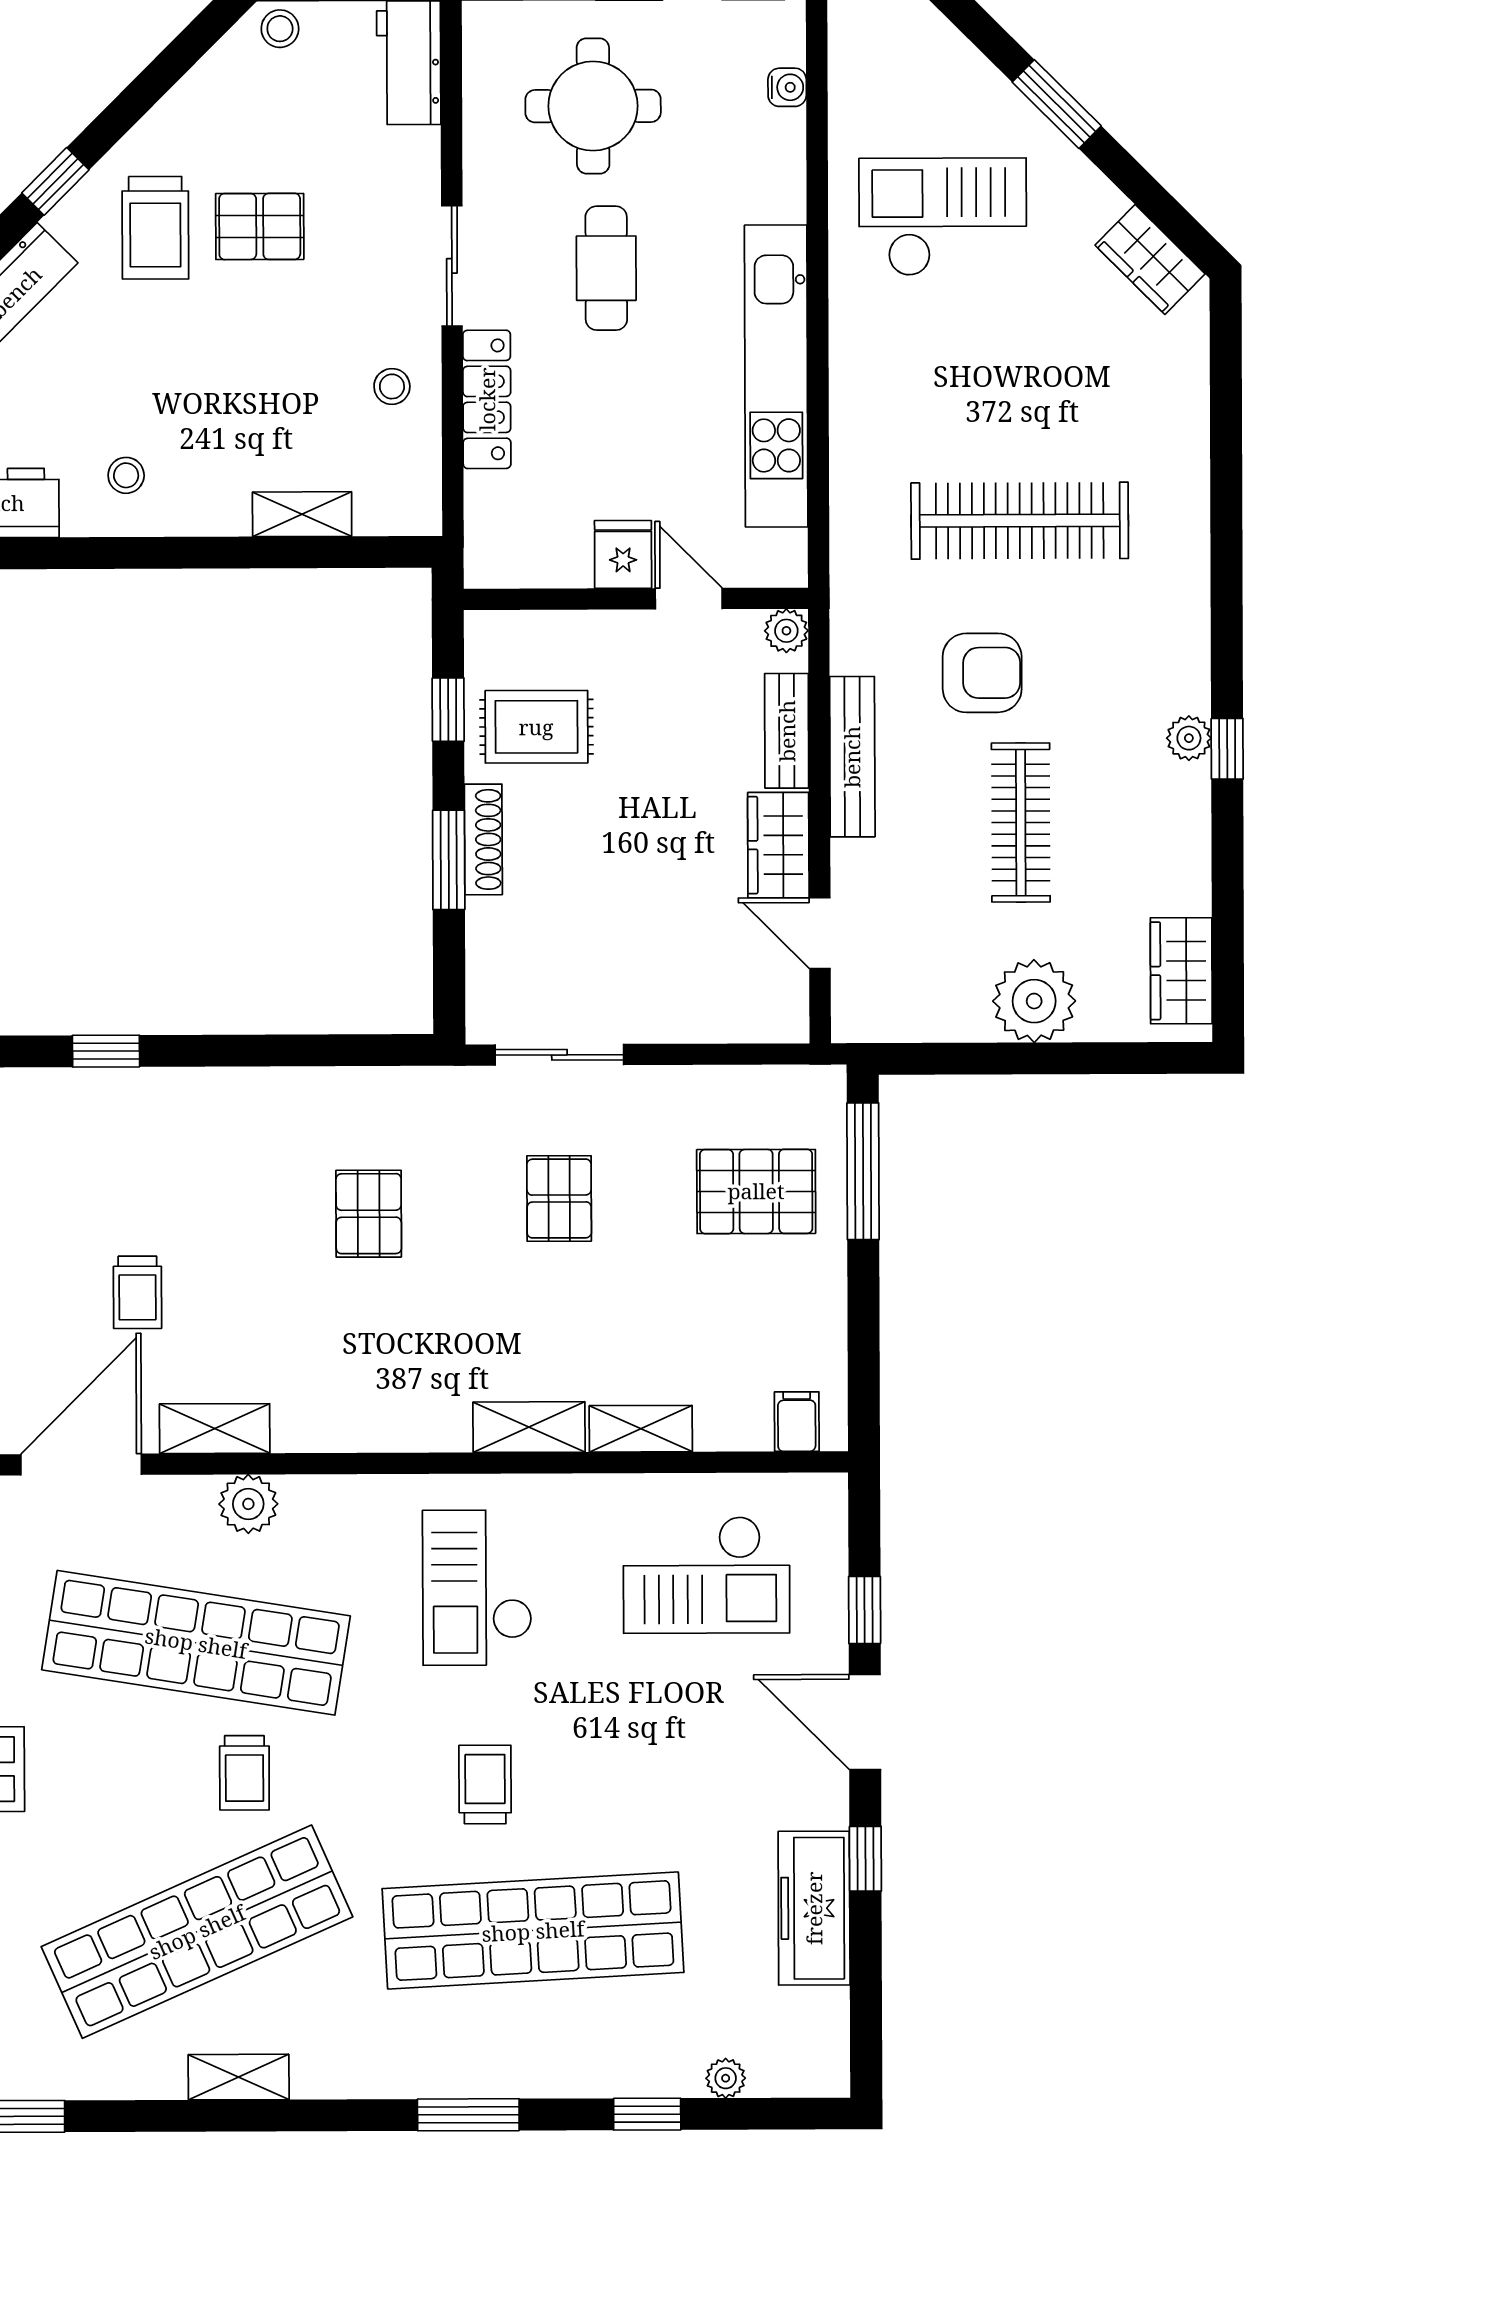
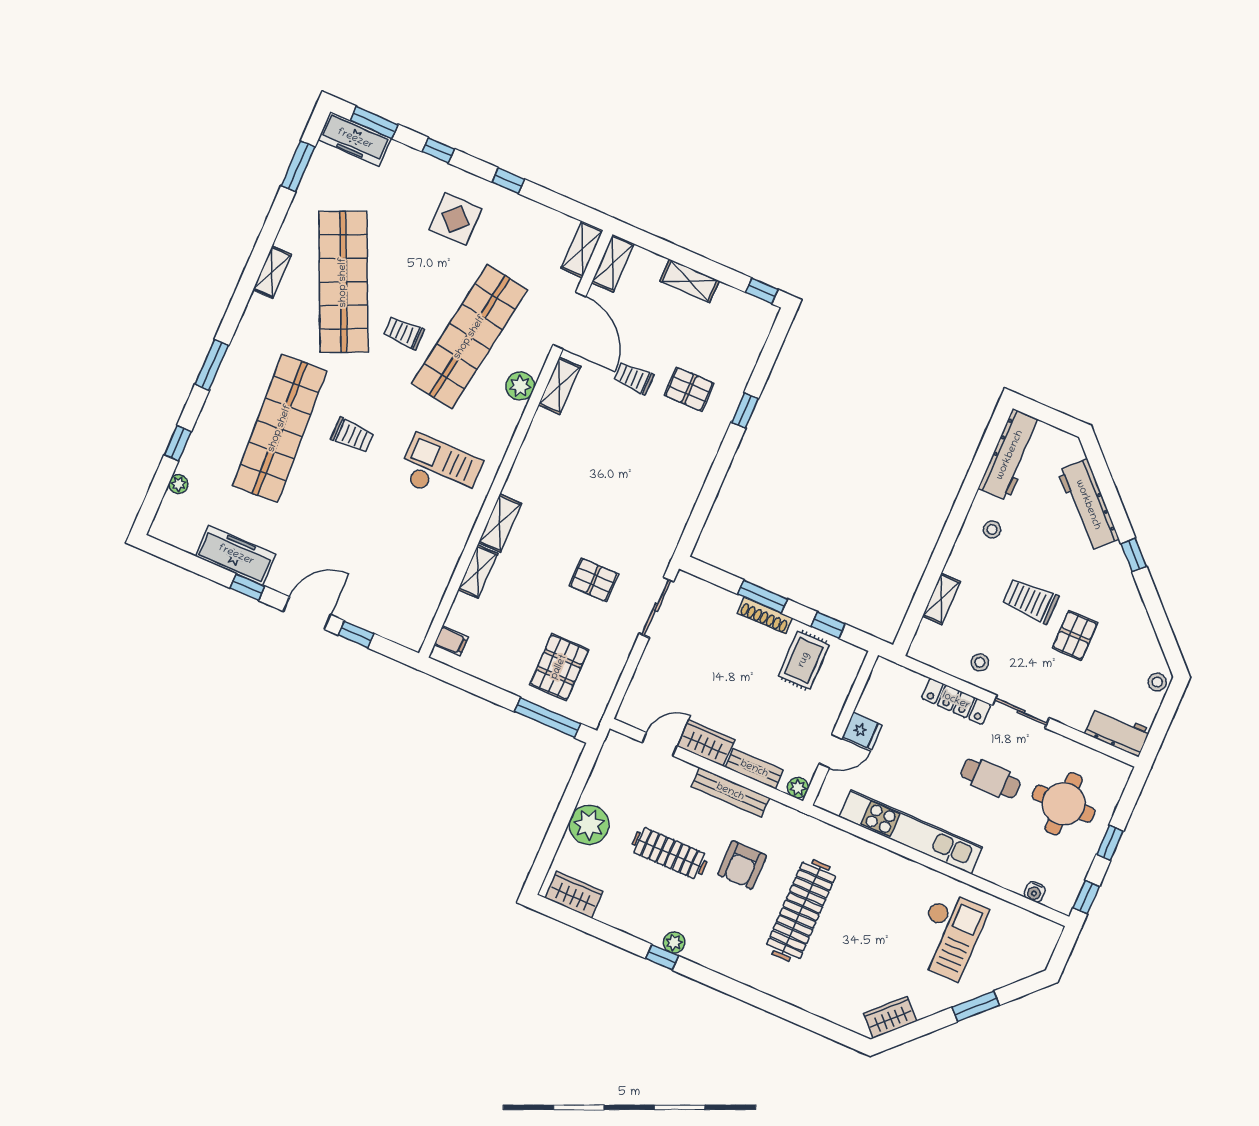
trolley: (155, 228) -> (1030, 601), moved
pallet: (369, 1214) -> (689, 389), moved
checkout: (706, 1575) -> (402, 572), removed

